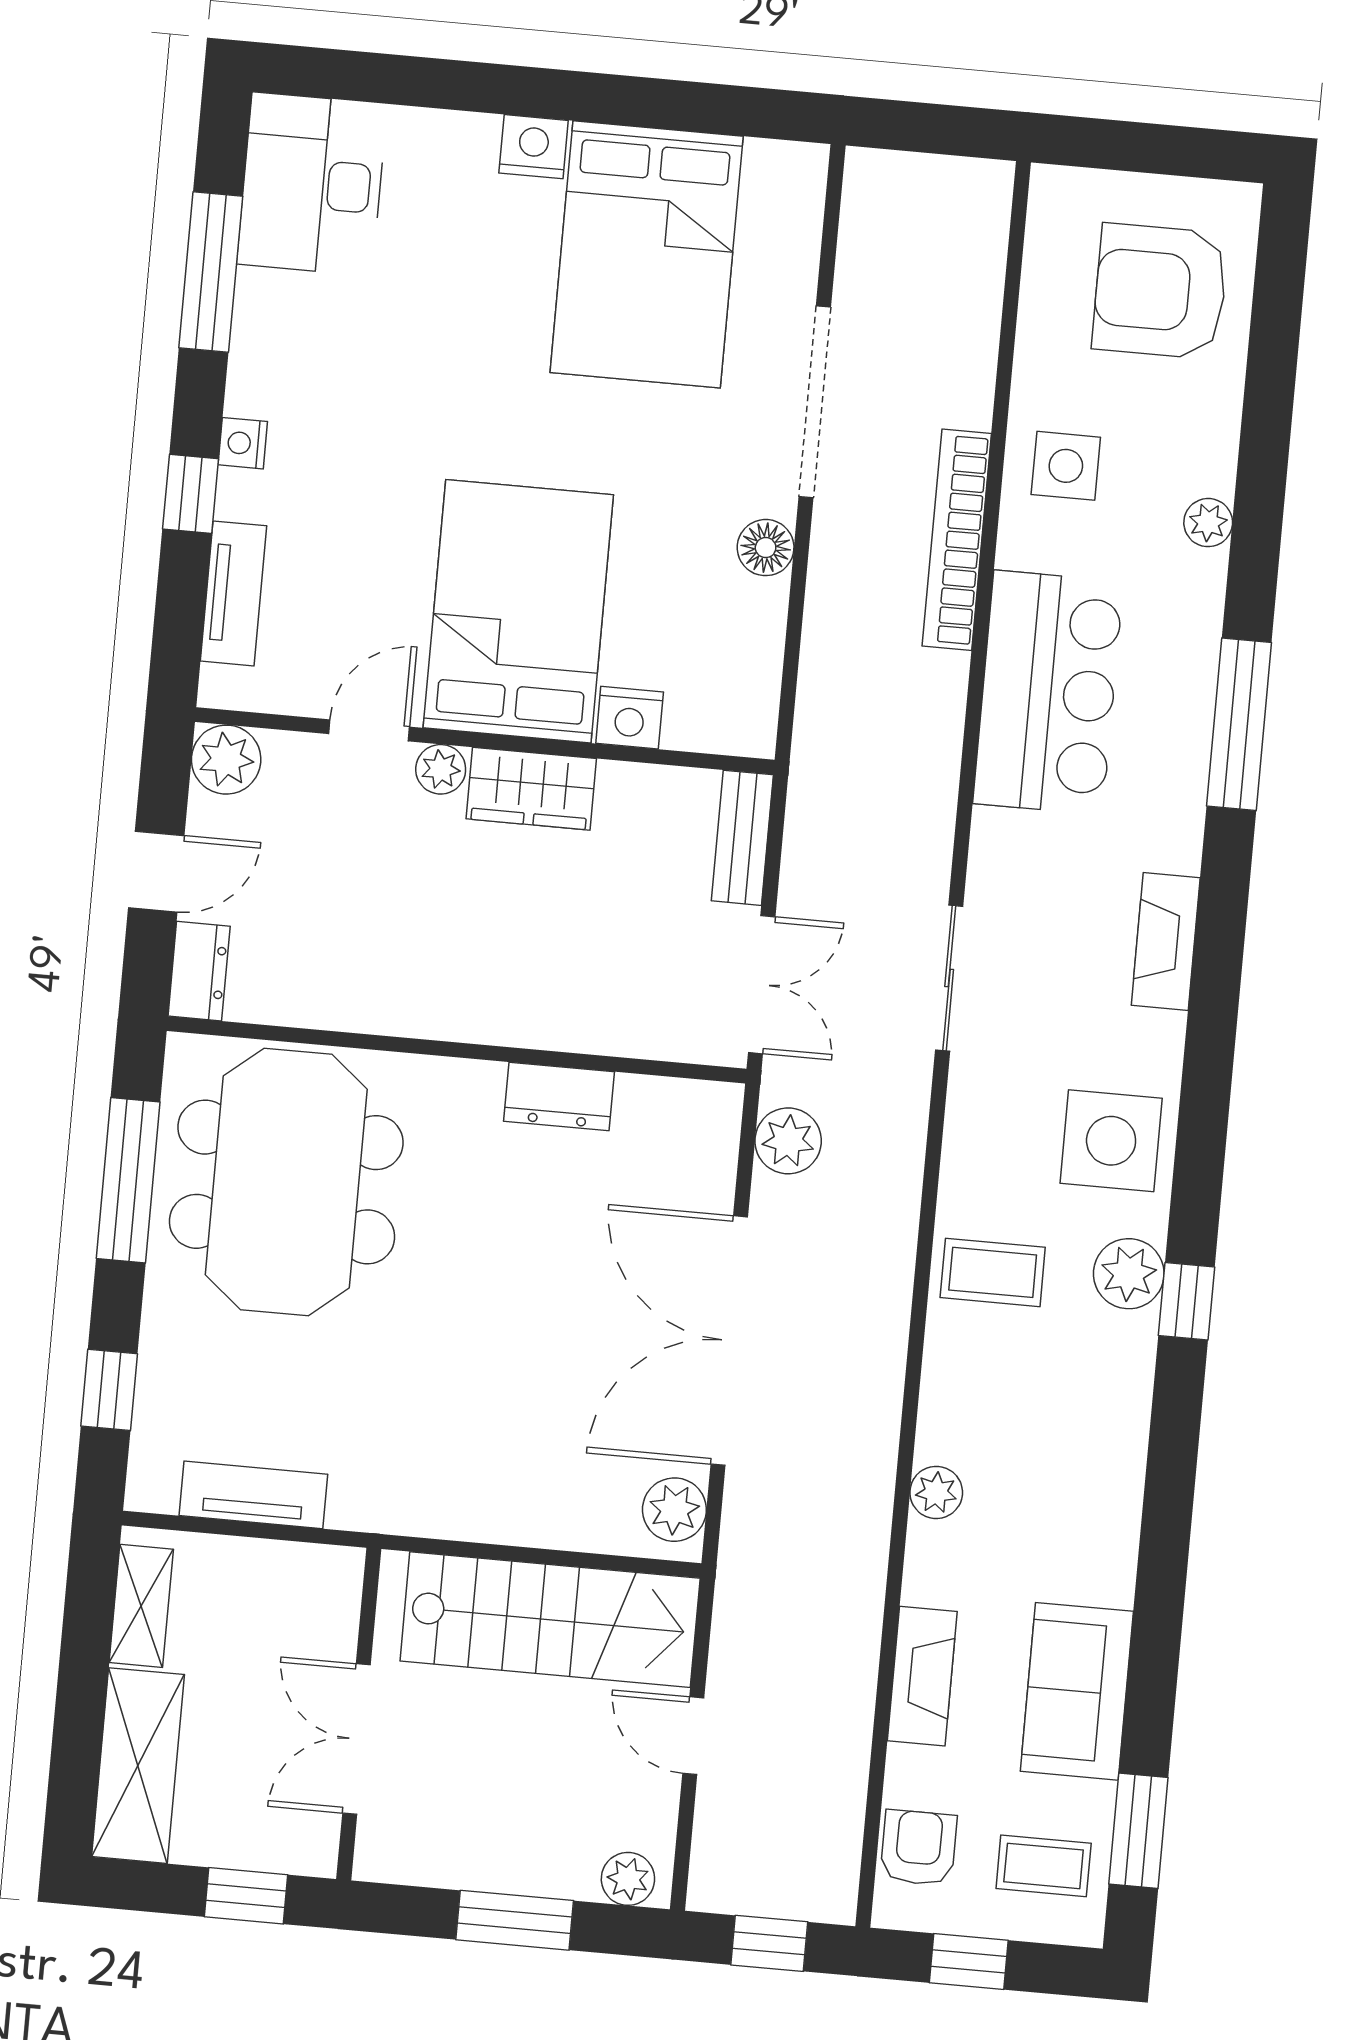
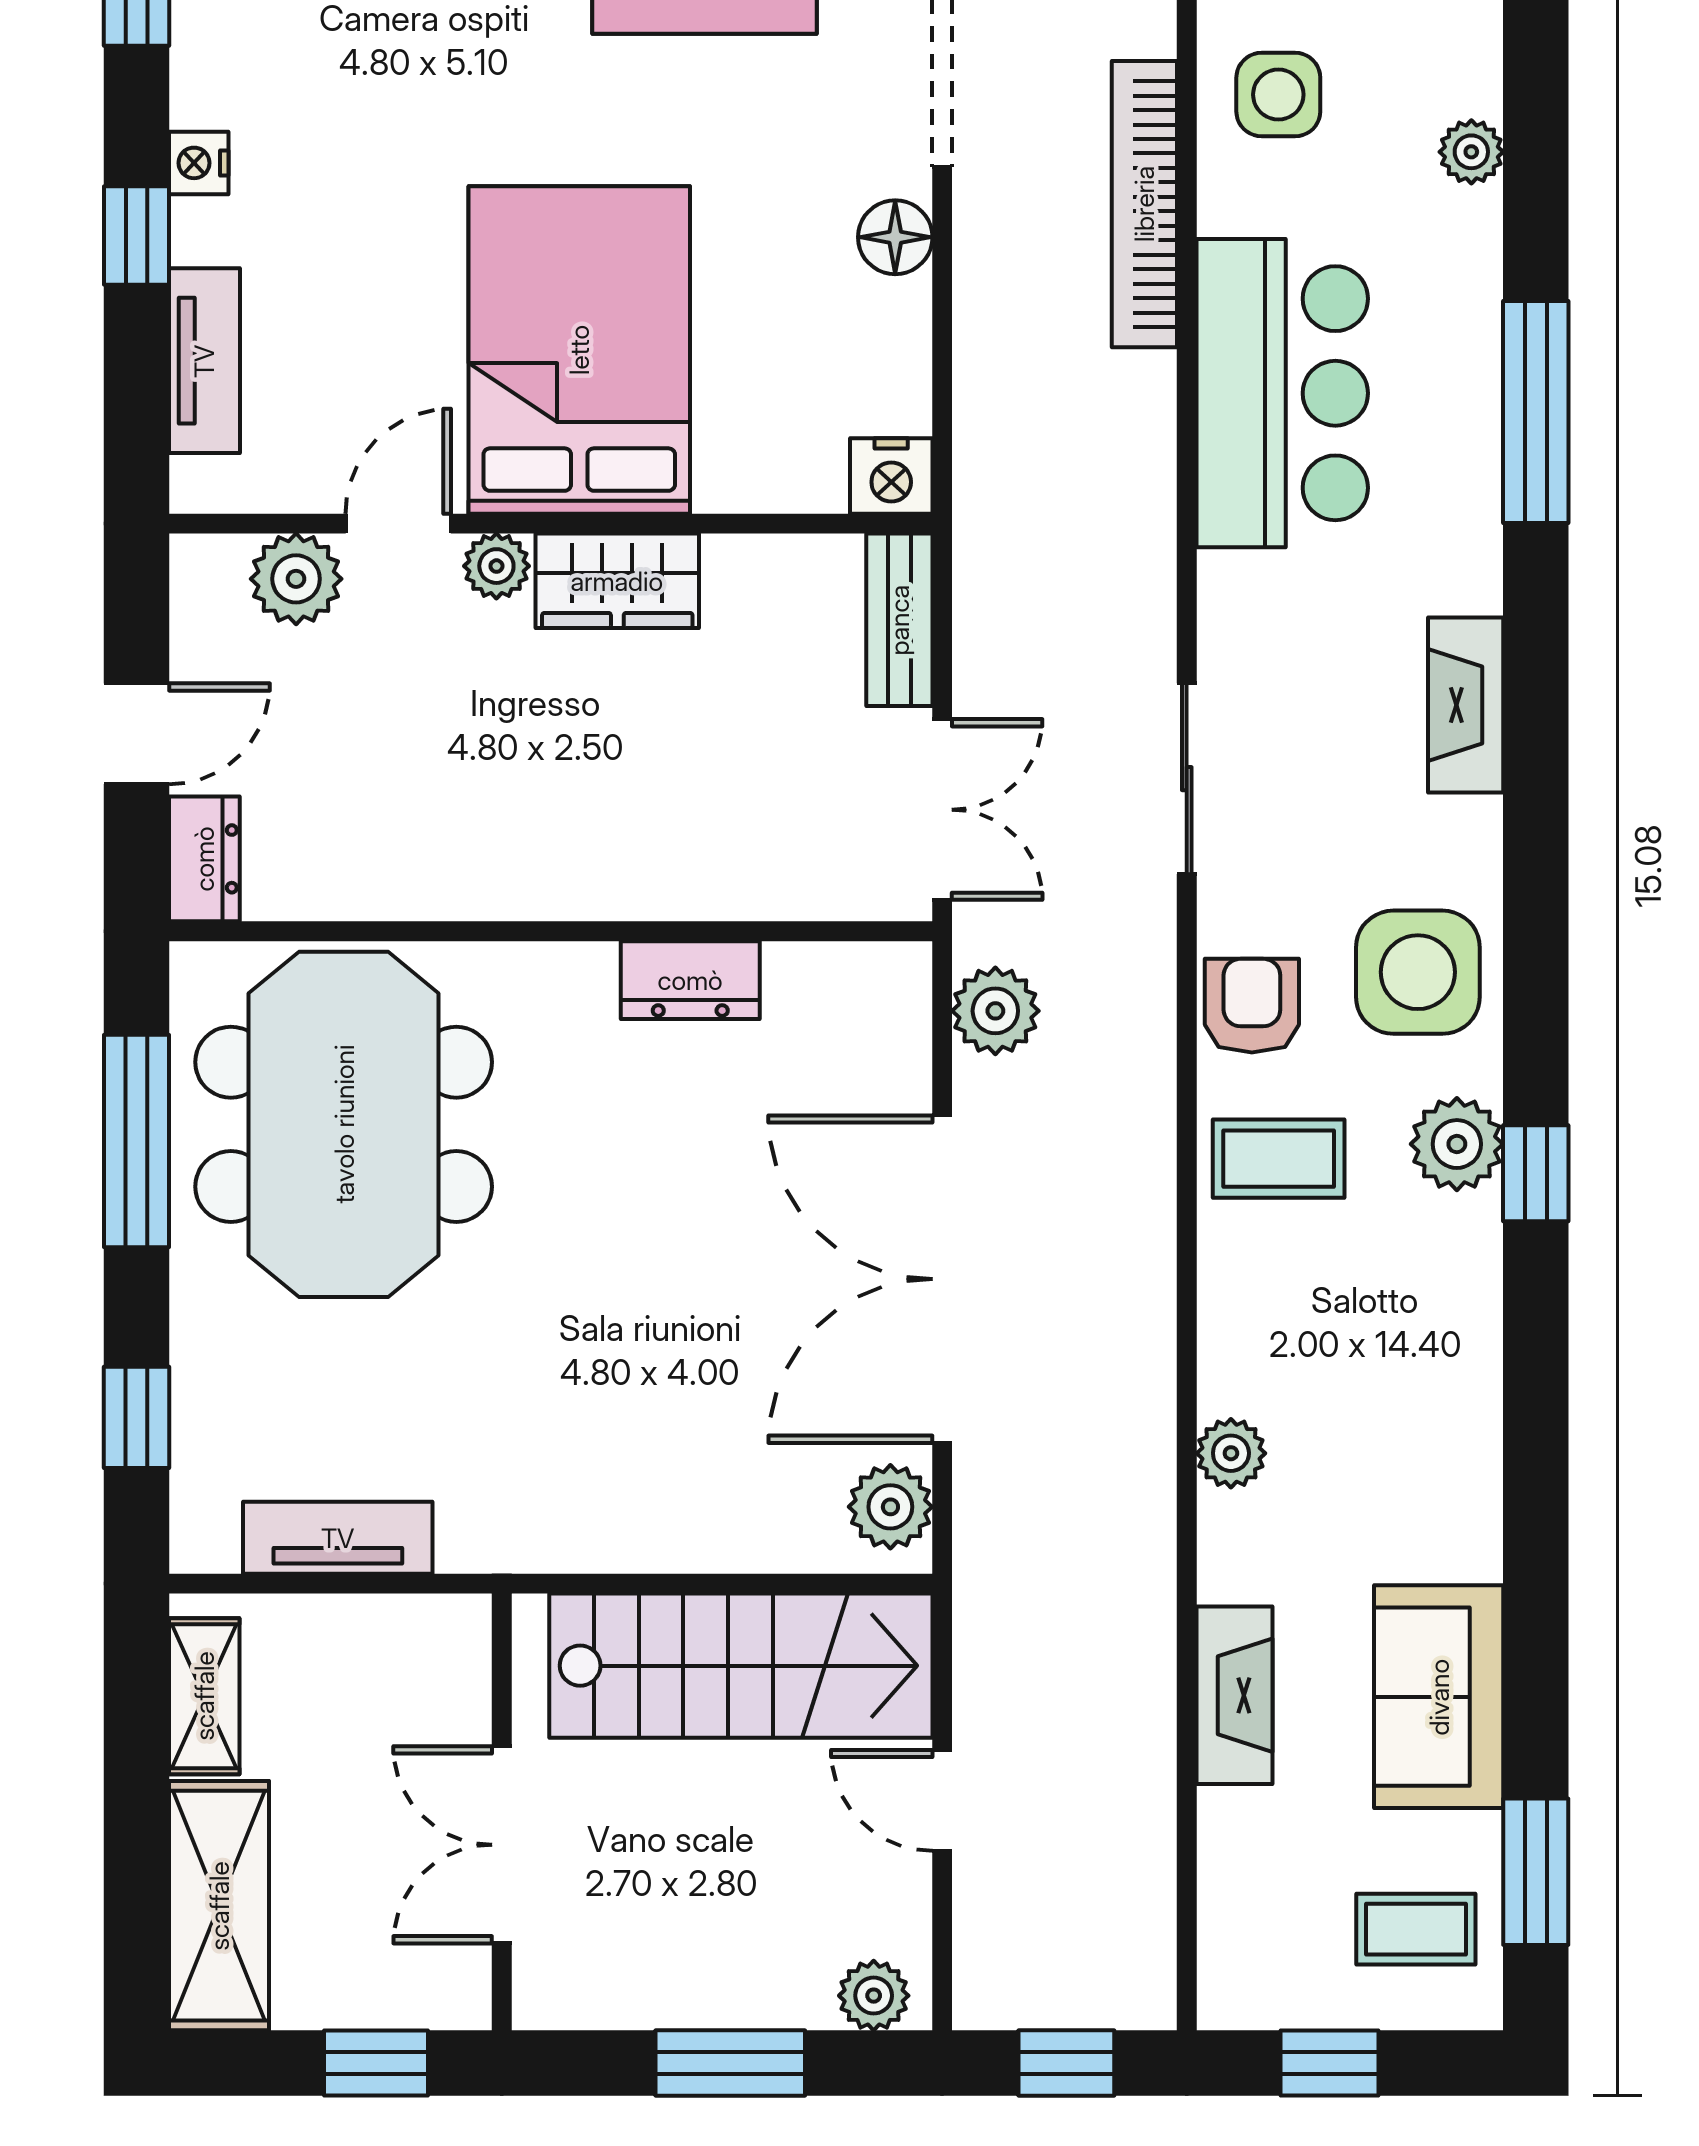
nightstand: (630, 718) -> (891, 476), moved
plant: (226, 760) -> (296, 579), moved
armchair: (919, 1848) -> (1252, 1006), moved

